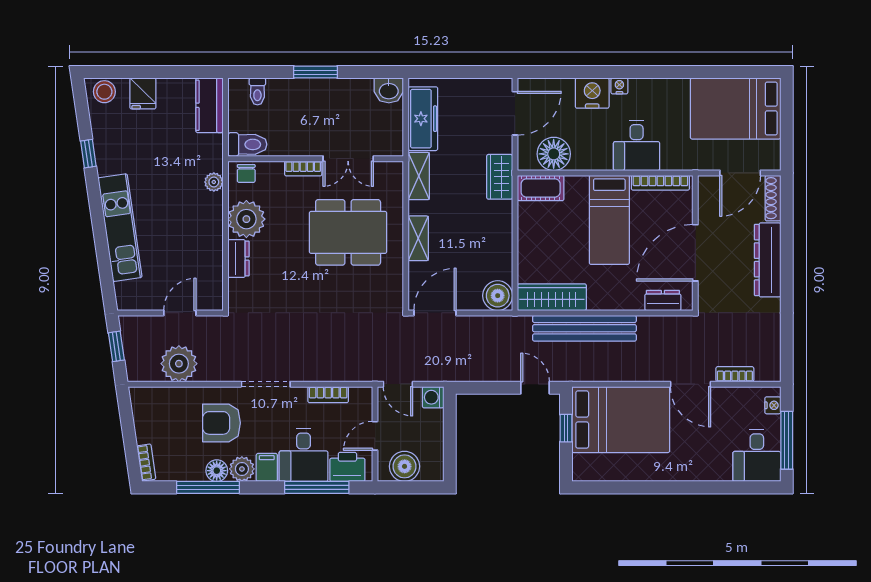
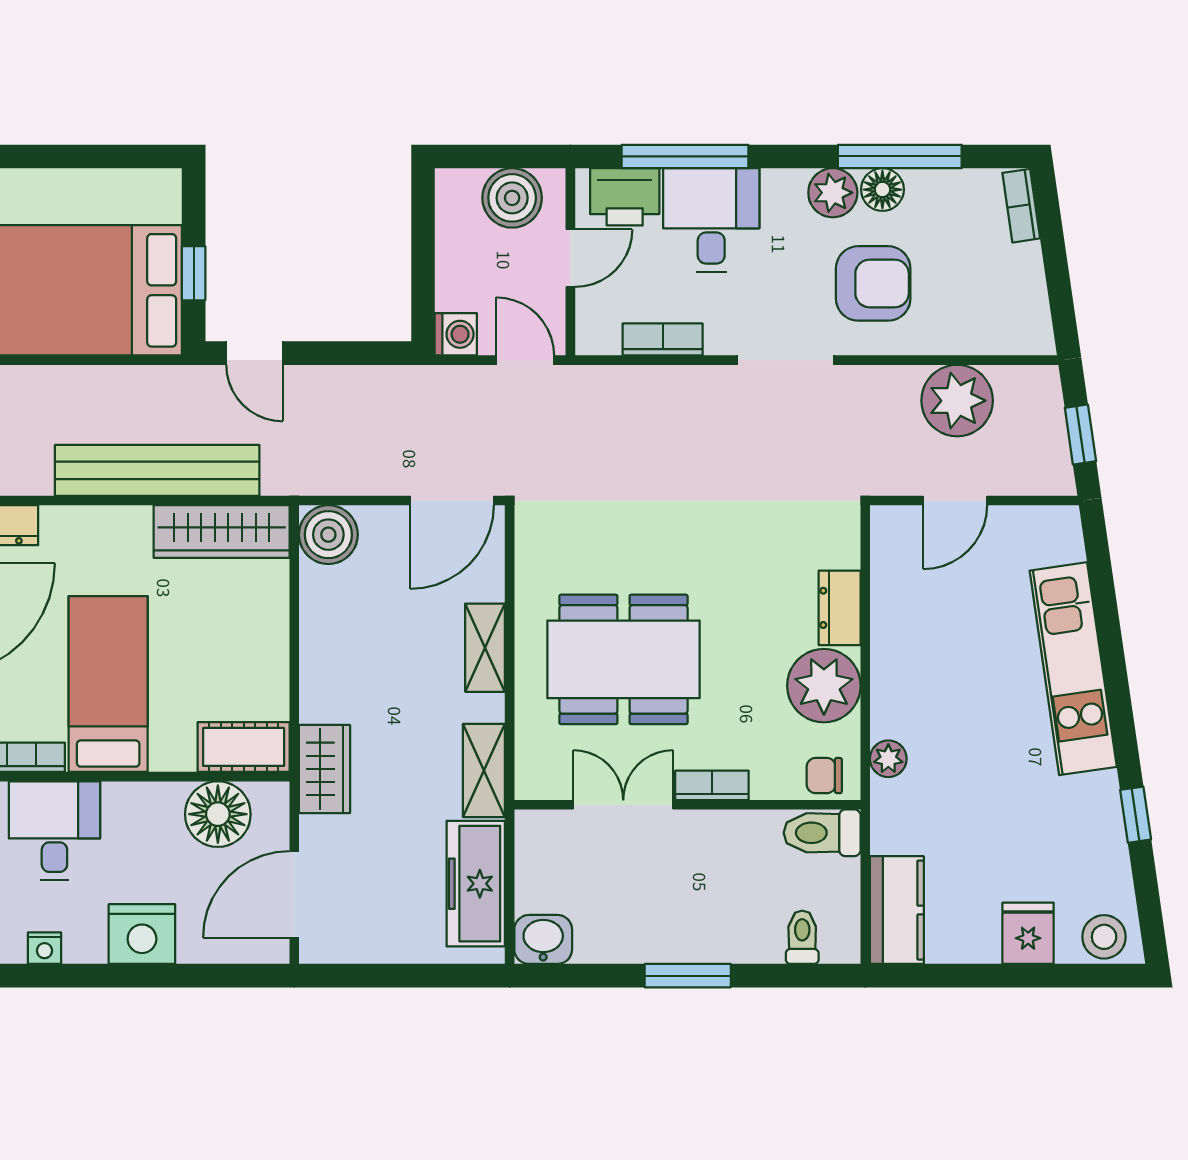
nightstand: (619, 86) -> (45, 948), moved
chair: (246, 173) -> (824, 776), turned -90
filing cabinet: (267, 467) -> (784, 196), removed

